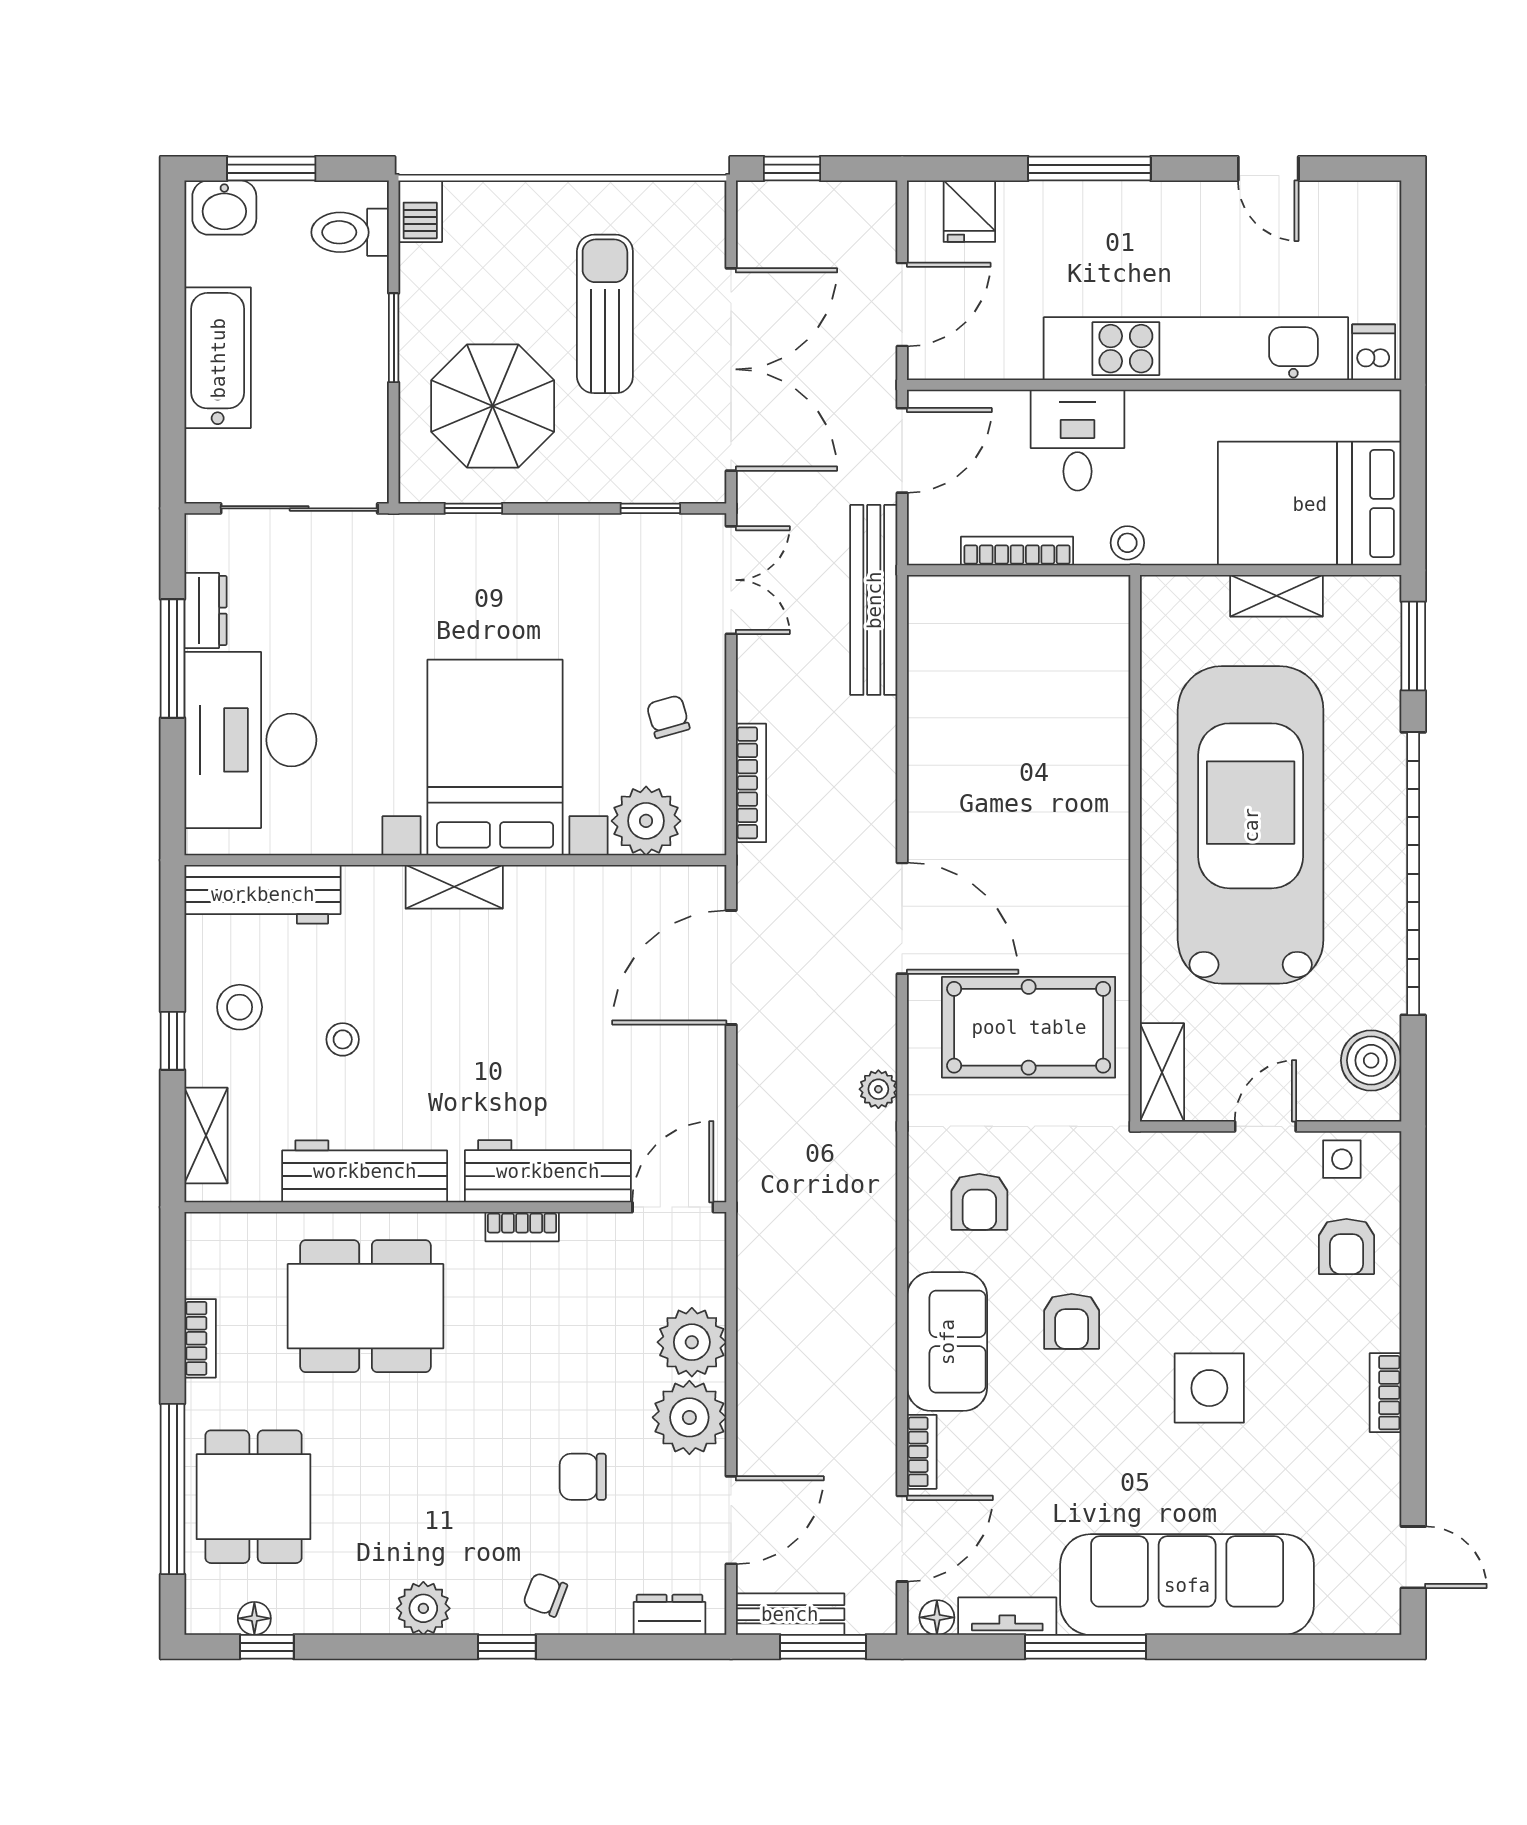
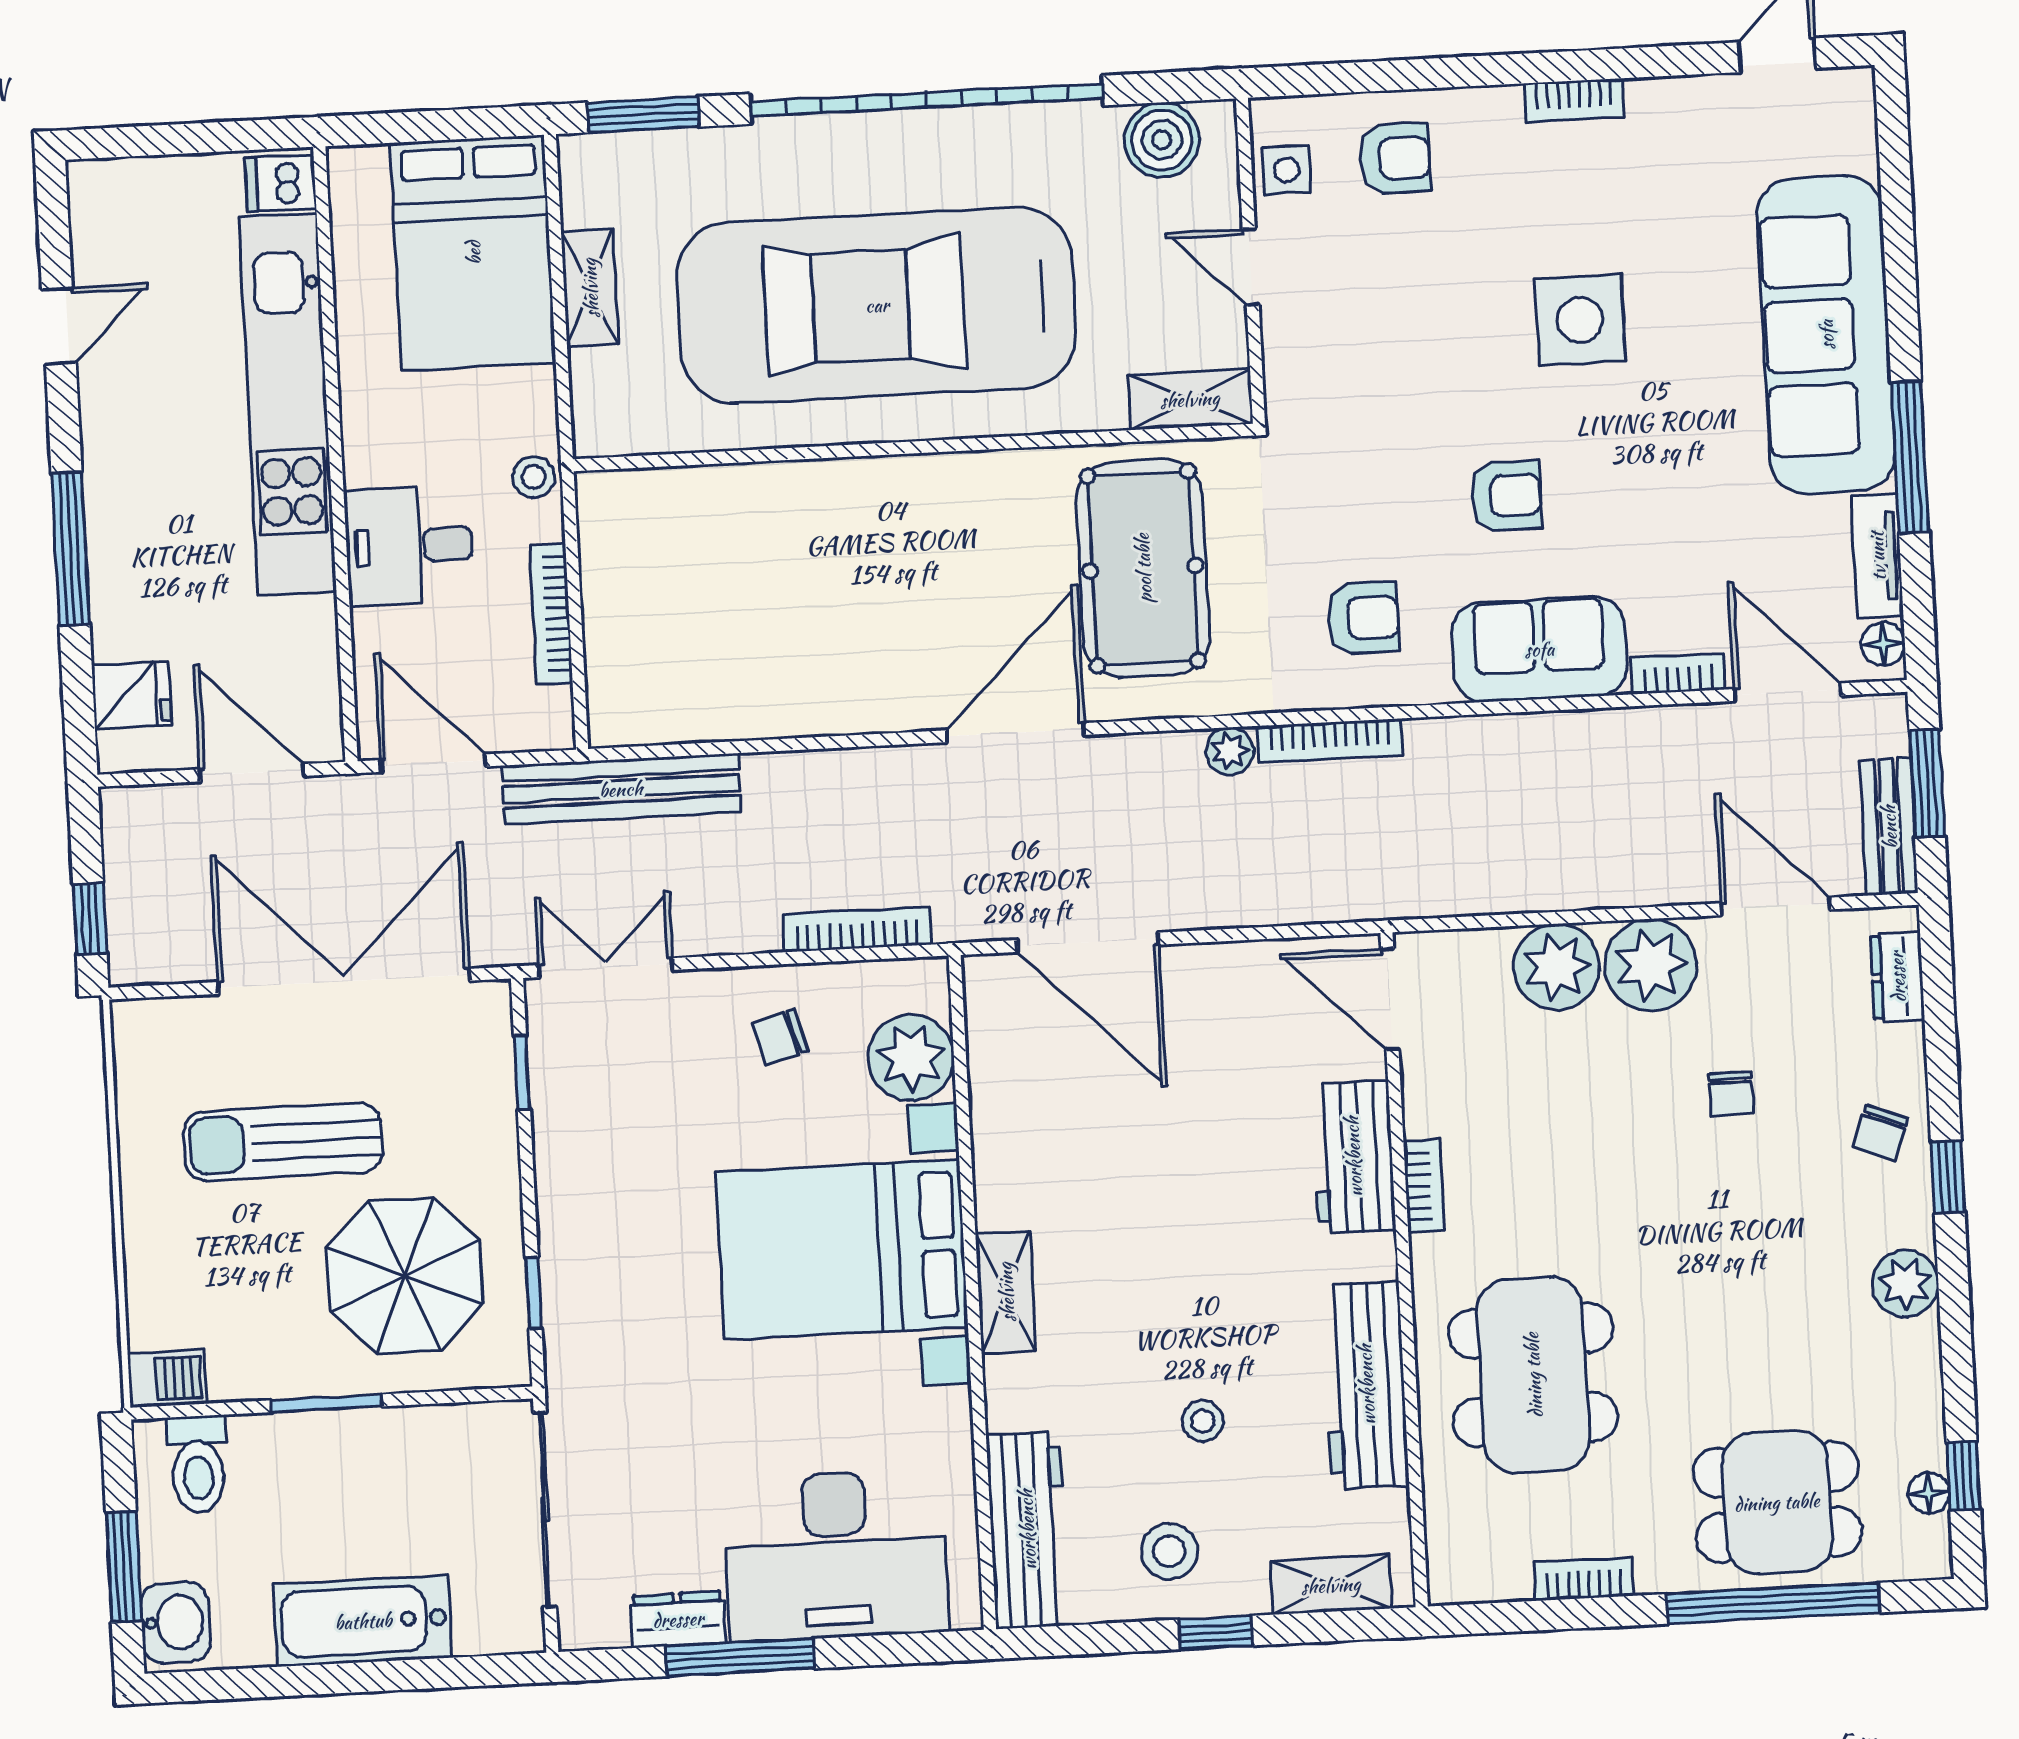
bookcase: (883, 1170) -> (1330, 741), added
workbench: (548, 1171) -> (1353, 1157), width x0.73
chair: (583, 1477) -> (1731, 1094), width x0.73, depth x0.73

